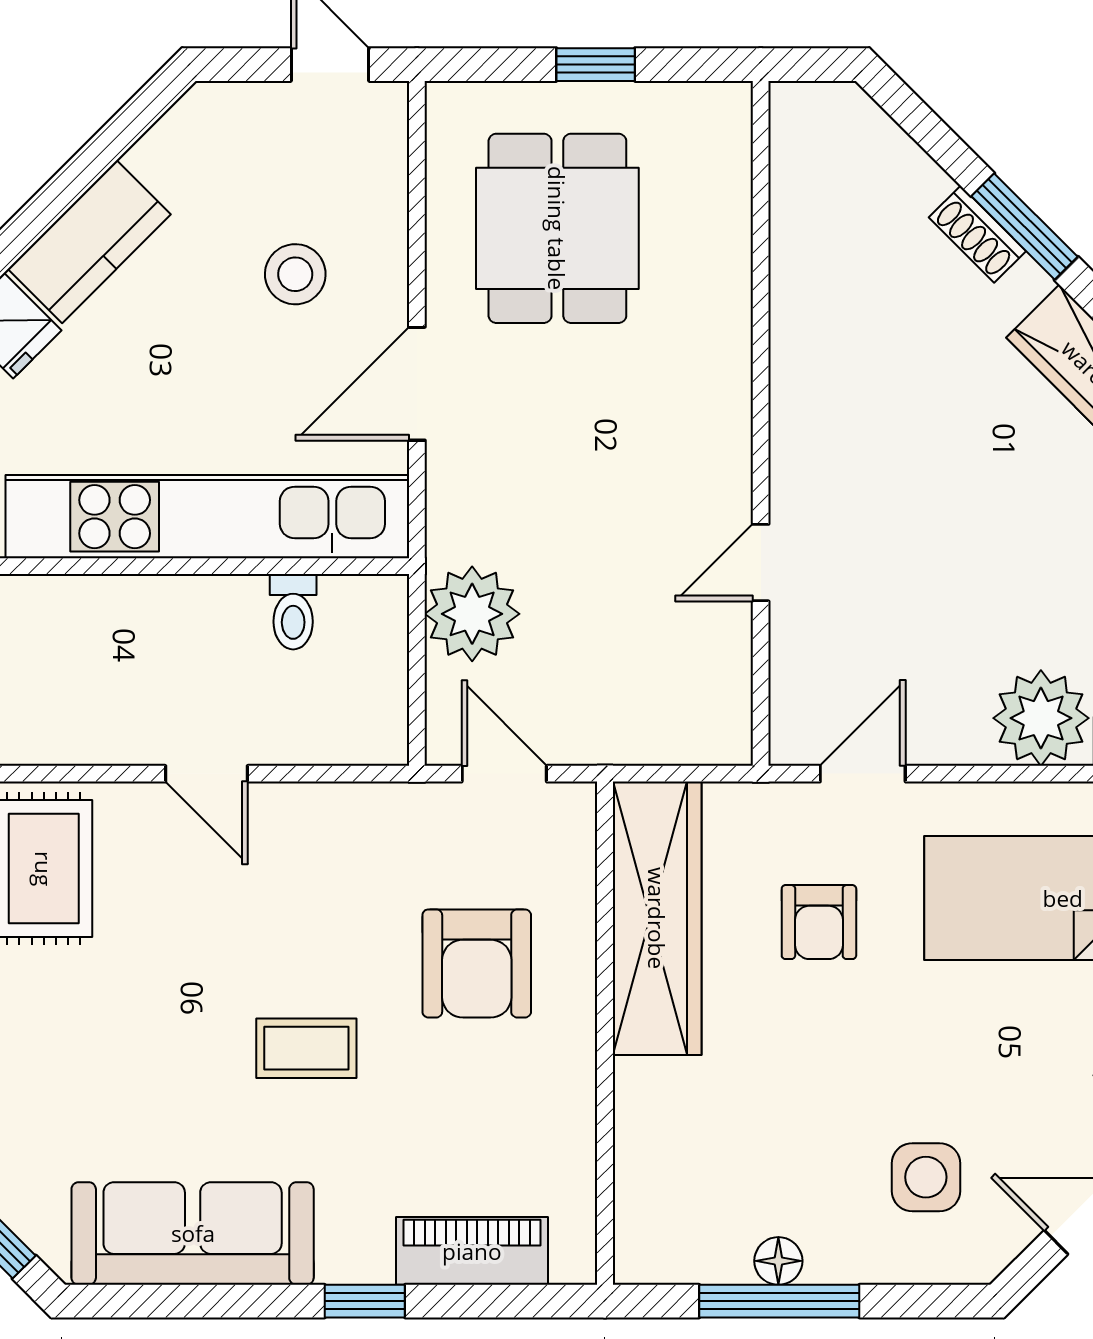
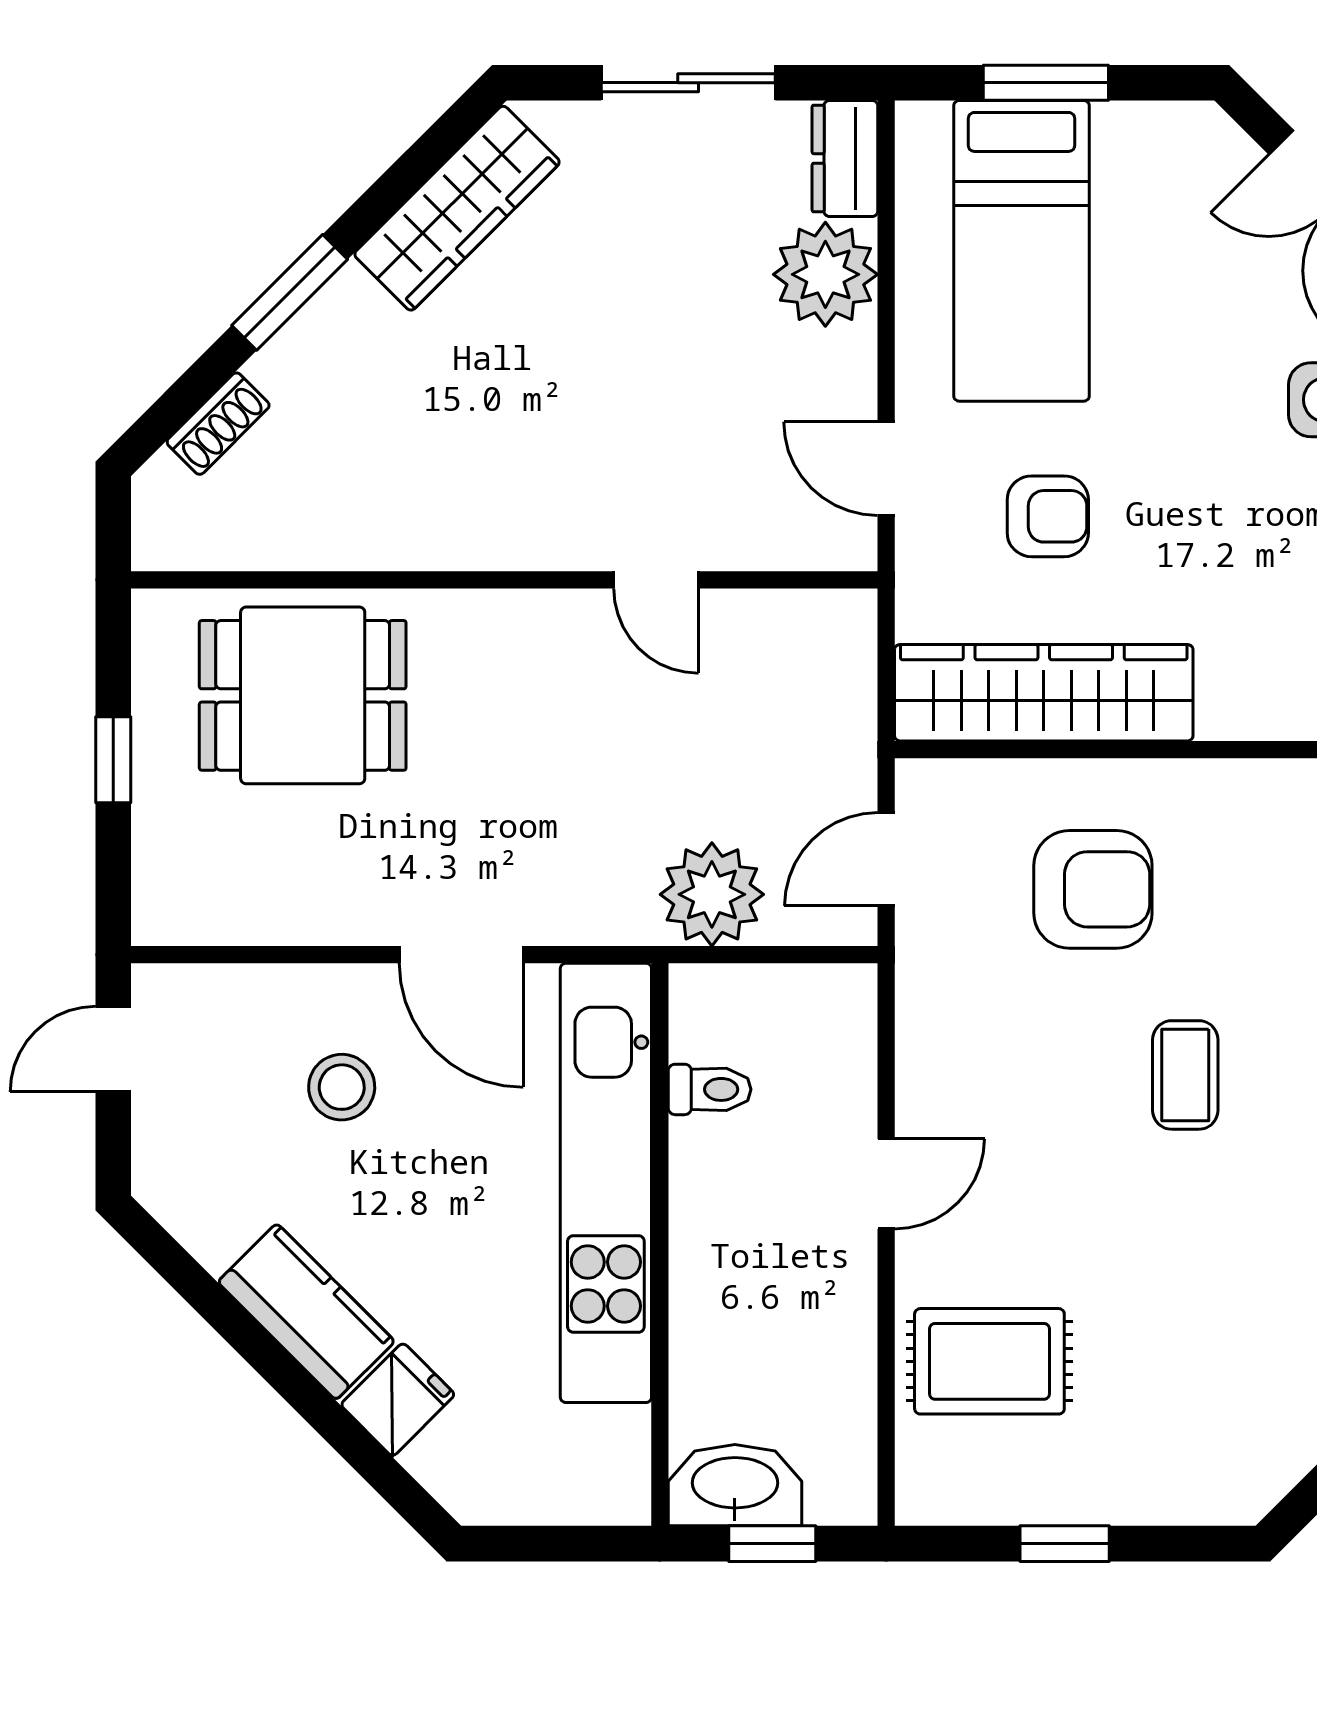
dining table: (557, 228) -> (303, 695), moved
shoe rack: (977, 234) -> (218, 424), moved

